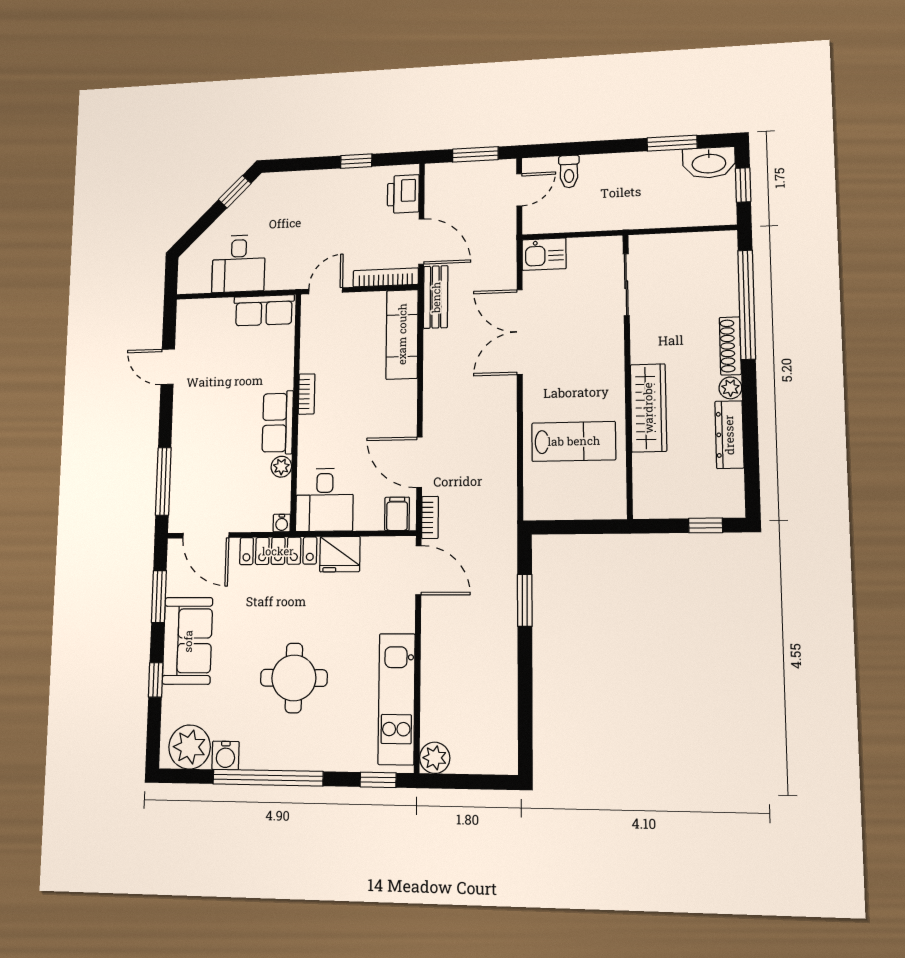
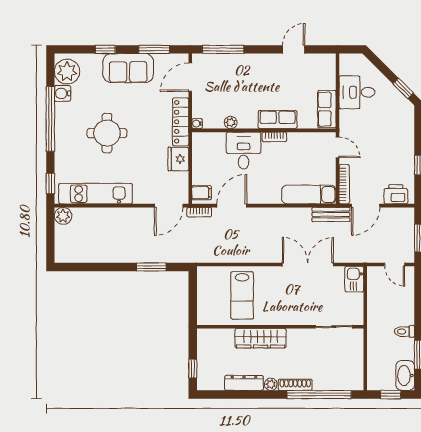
toilet: (569, 172) -> (404, 331), moved
row of seats: (278, 423) -> (278, 120), moved
desk: (325, 500) -> (244, 151), moved, turned 90

